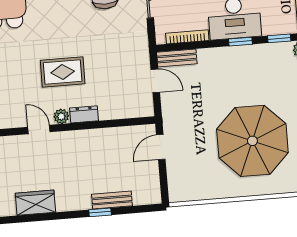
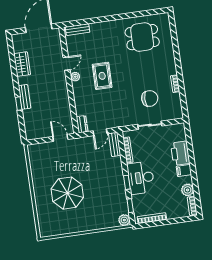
dresser: (84, 114) -> (82, 124), moved
parasol: (252, 141) -> (67, 193), width x0.73, depth x0.73
bench: (112, 200) -> (25, 97), moved

